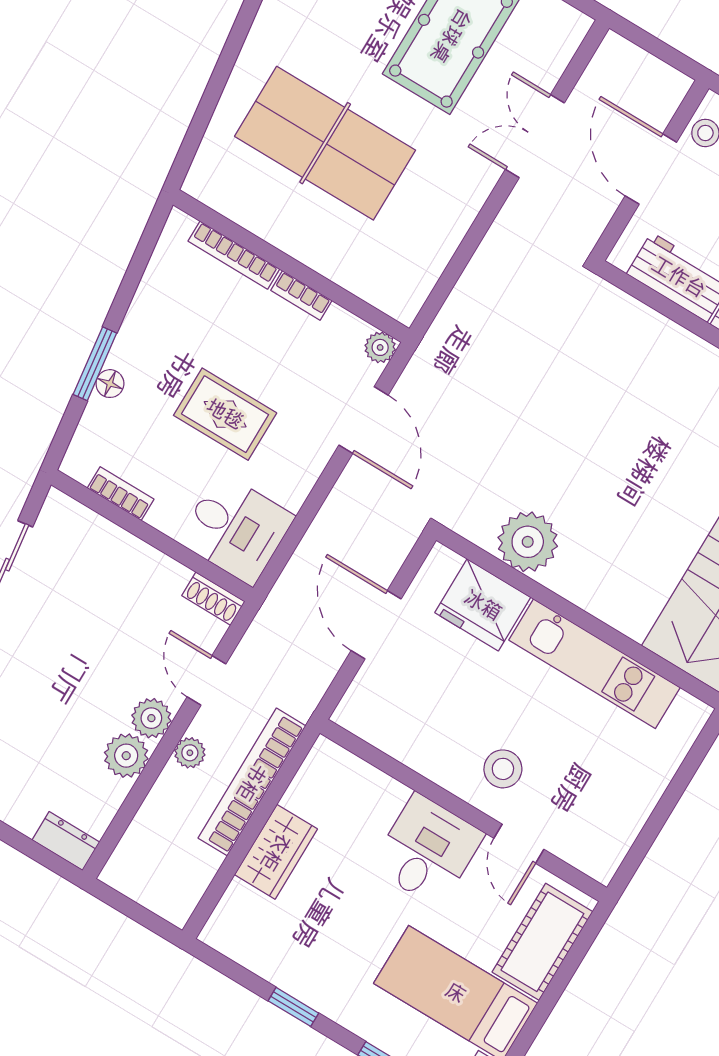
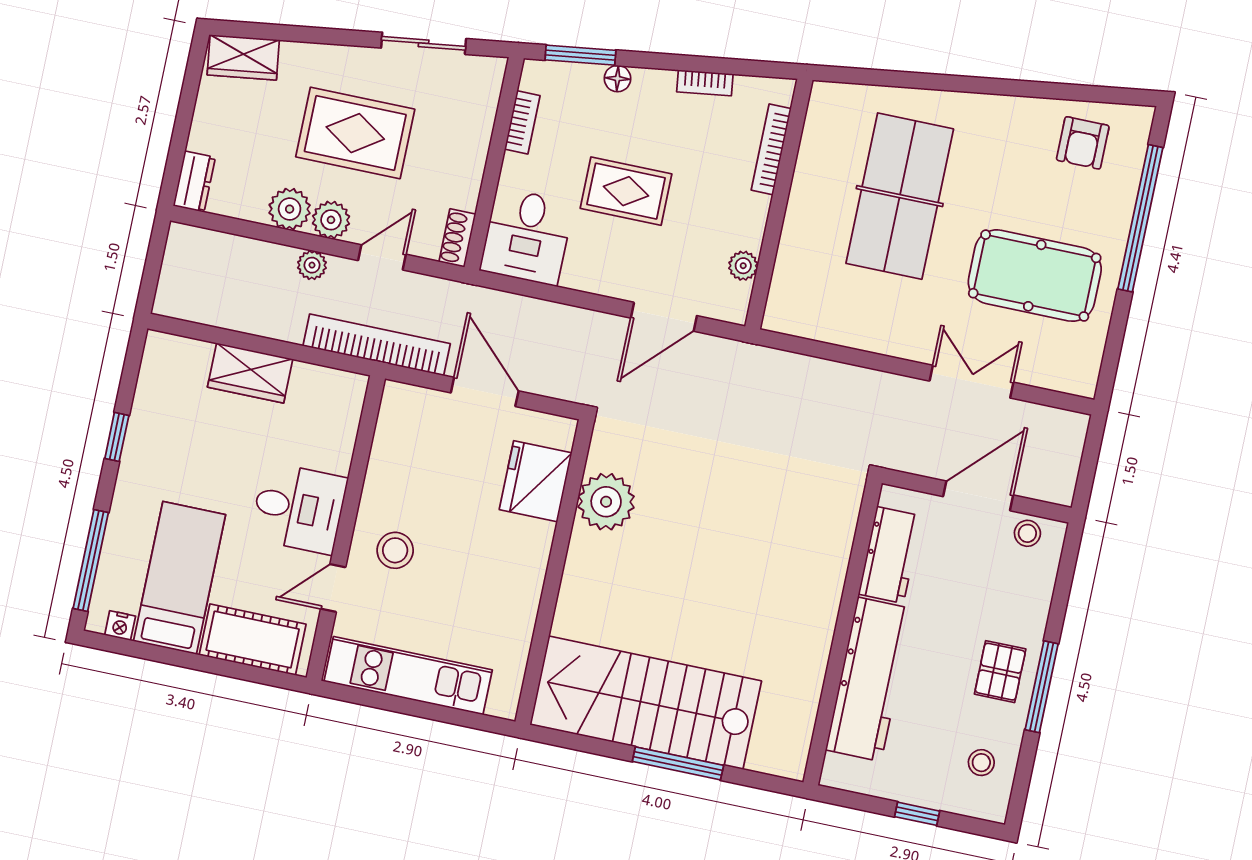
bookcase: (301, 295) -> (705, 83), moved, turned -98
plant: (380, 347) -> (743, 266), moved
window: (95, 364) -> (580, 55), moved
rug: (225, 414) -> (626, 191), turned 90
door: (376, 625) -> (485, 392), hinge flipped
rug: (73, 664) -> (355, 133), added
kitchen unit: (595, 664) -> (408, 676), moved, turned 90
bookcase: (252, 782) -> (377, 345), moved

